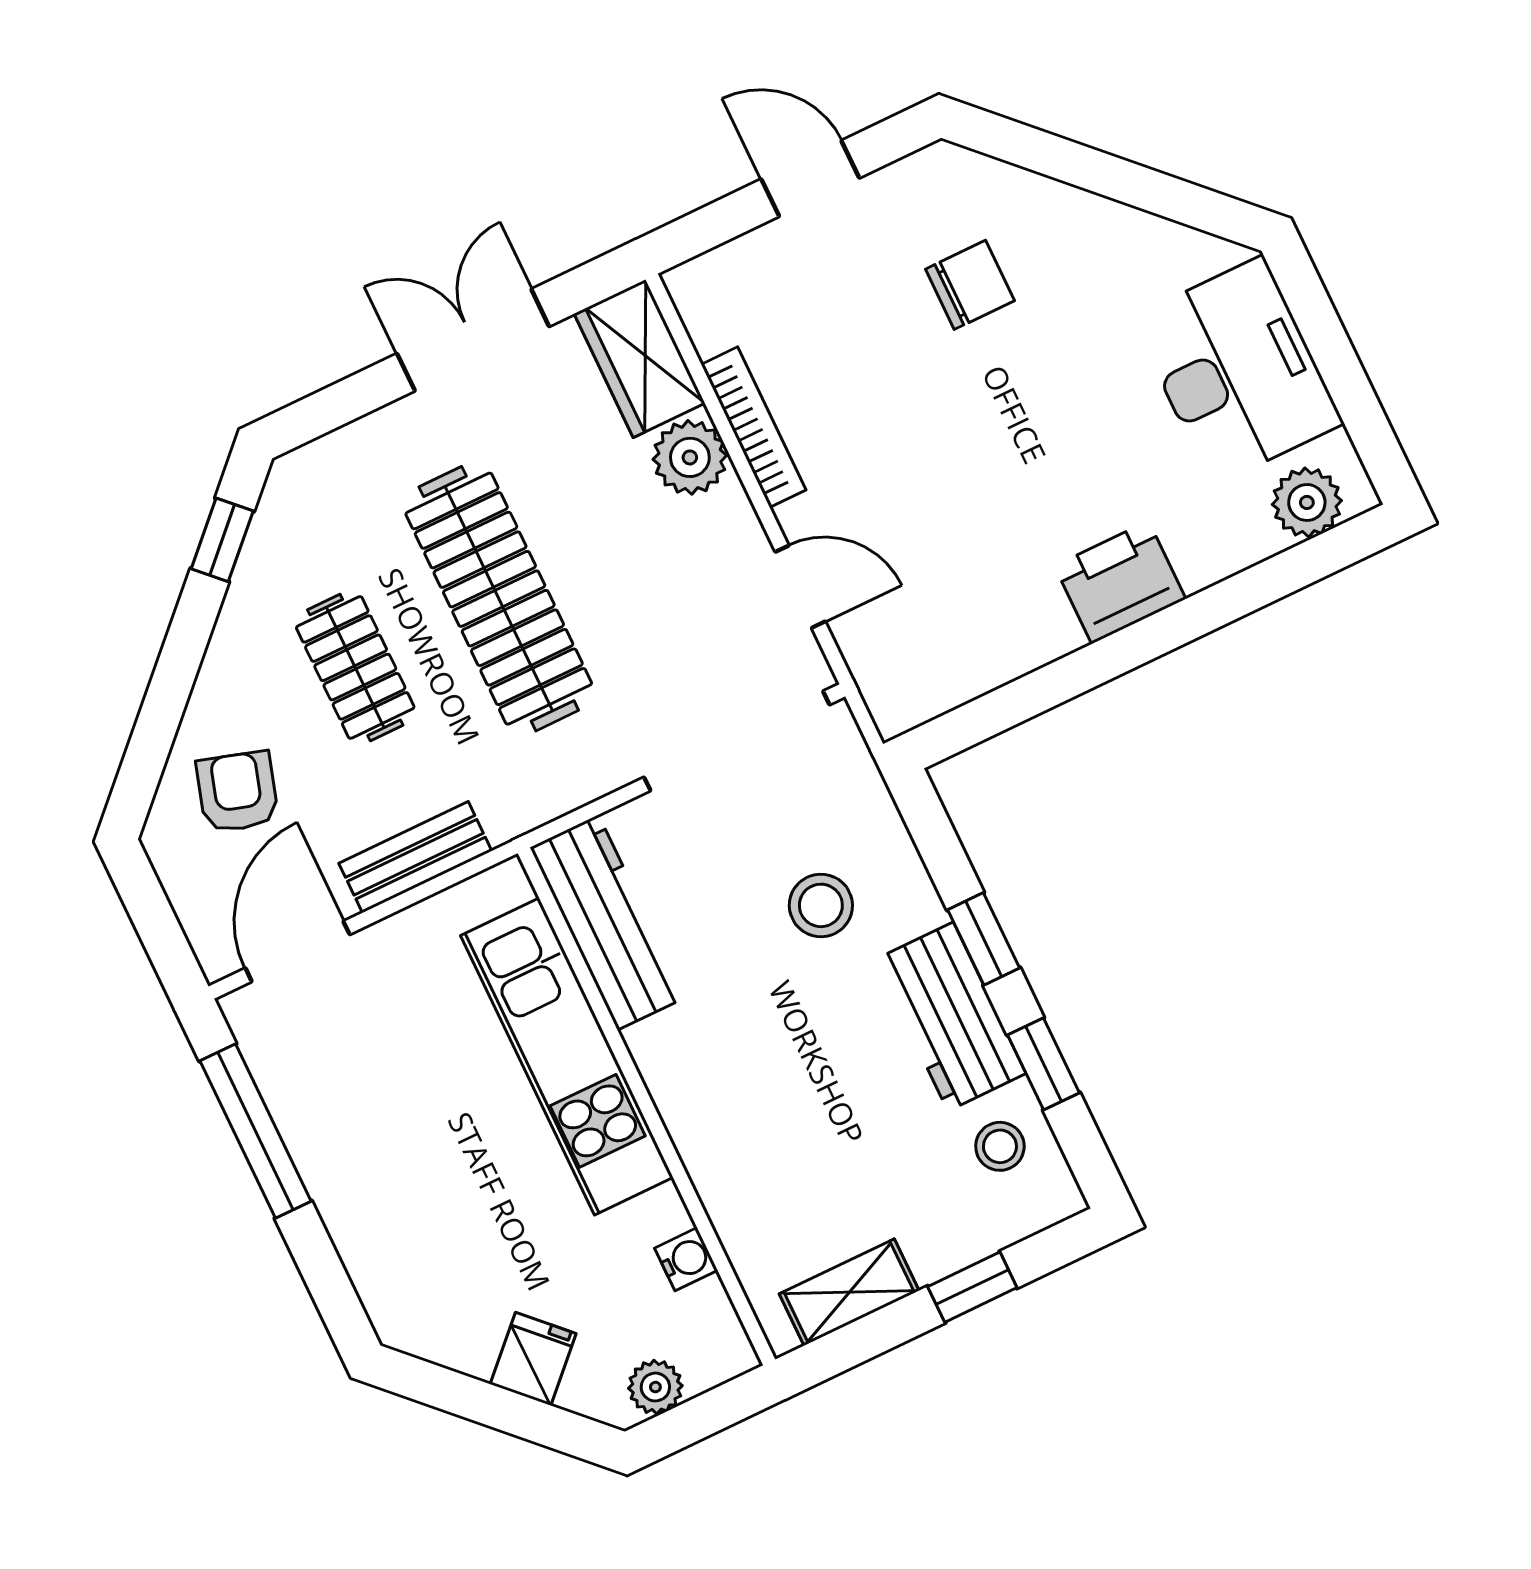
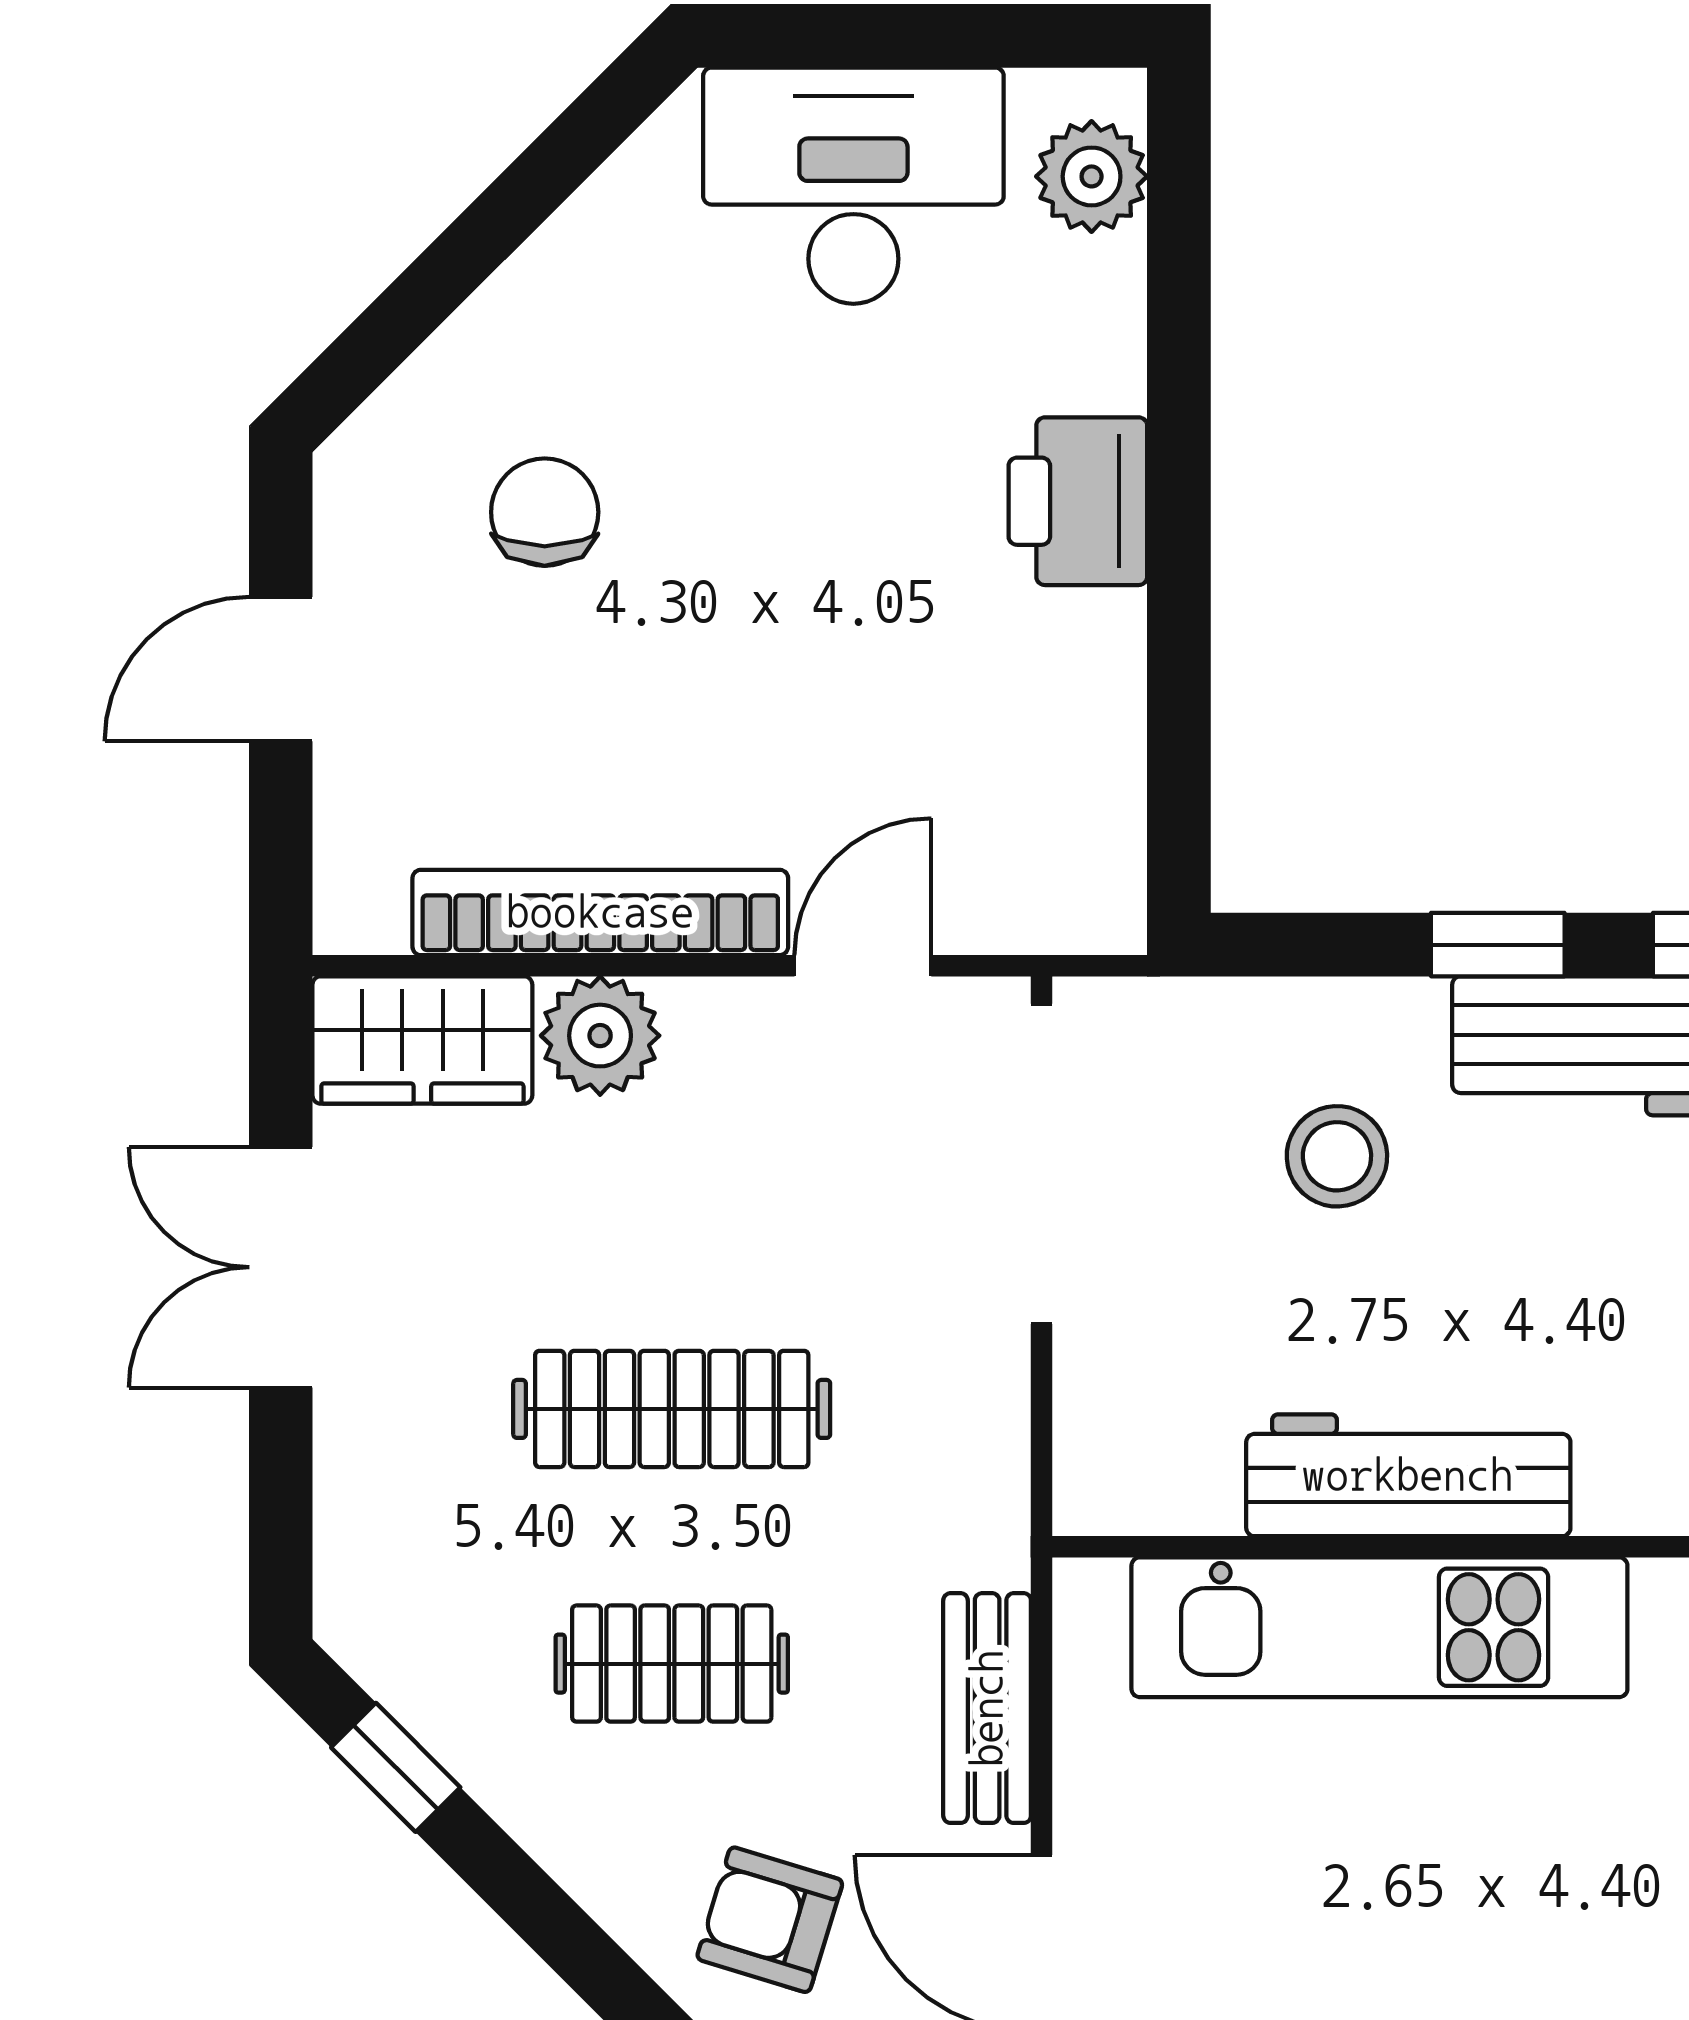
bookcase: (754, 427) -> (600, 912), width x1.48, depth x1.31
clothes rail: (499, 599) -> (672, 1409), width x0.73, depth x0.76
workbench: (608, 922) -> (1408, 1475), moved

